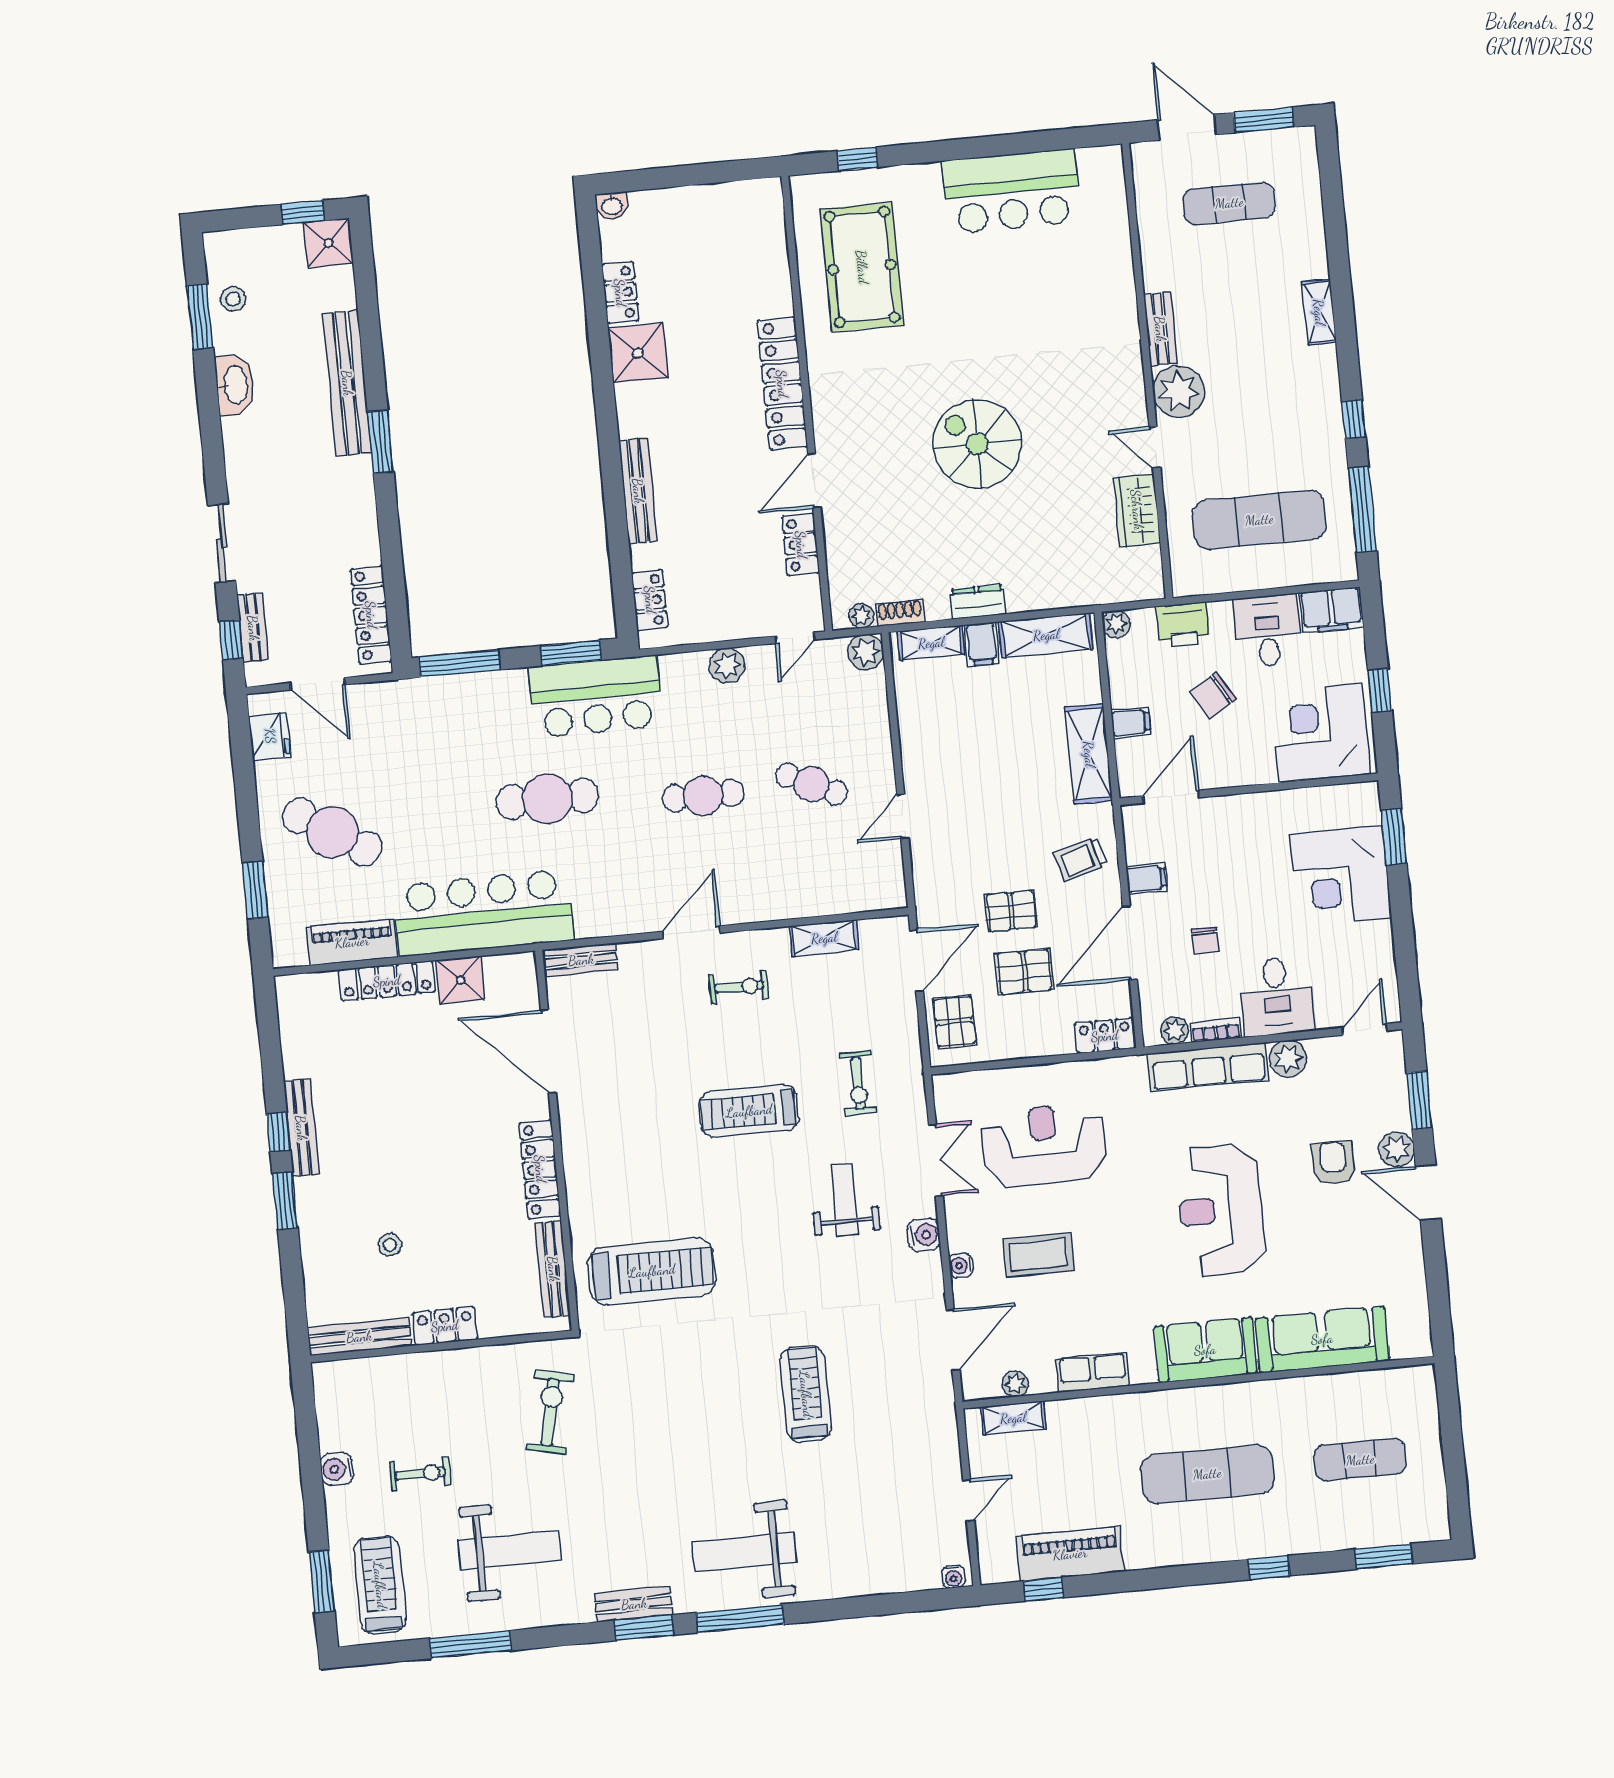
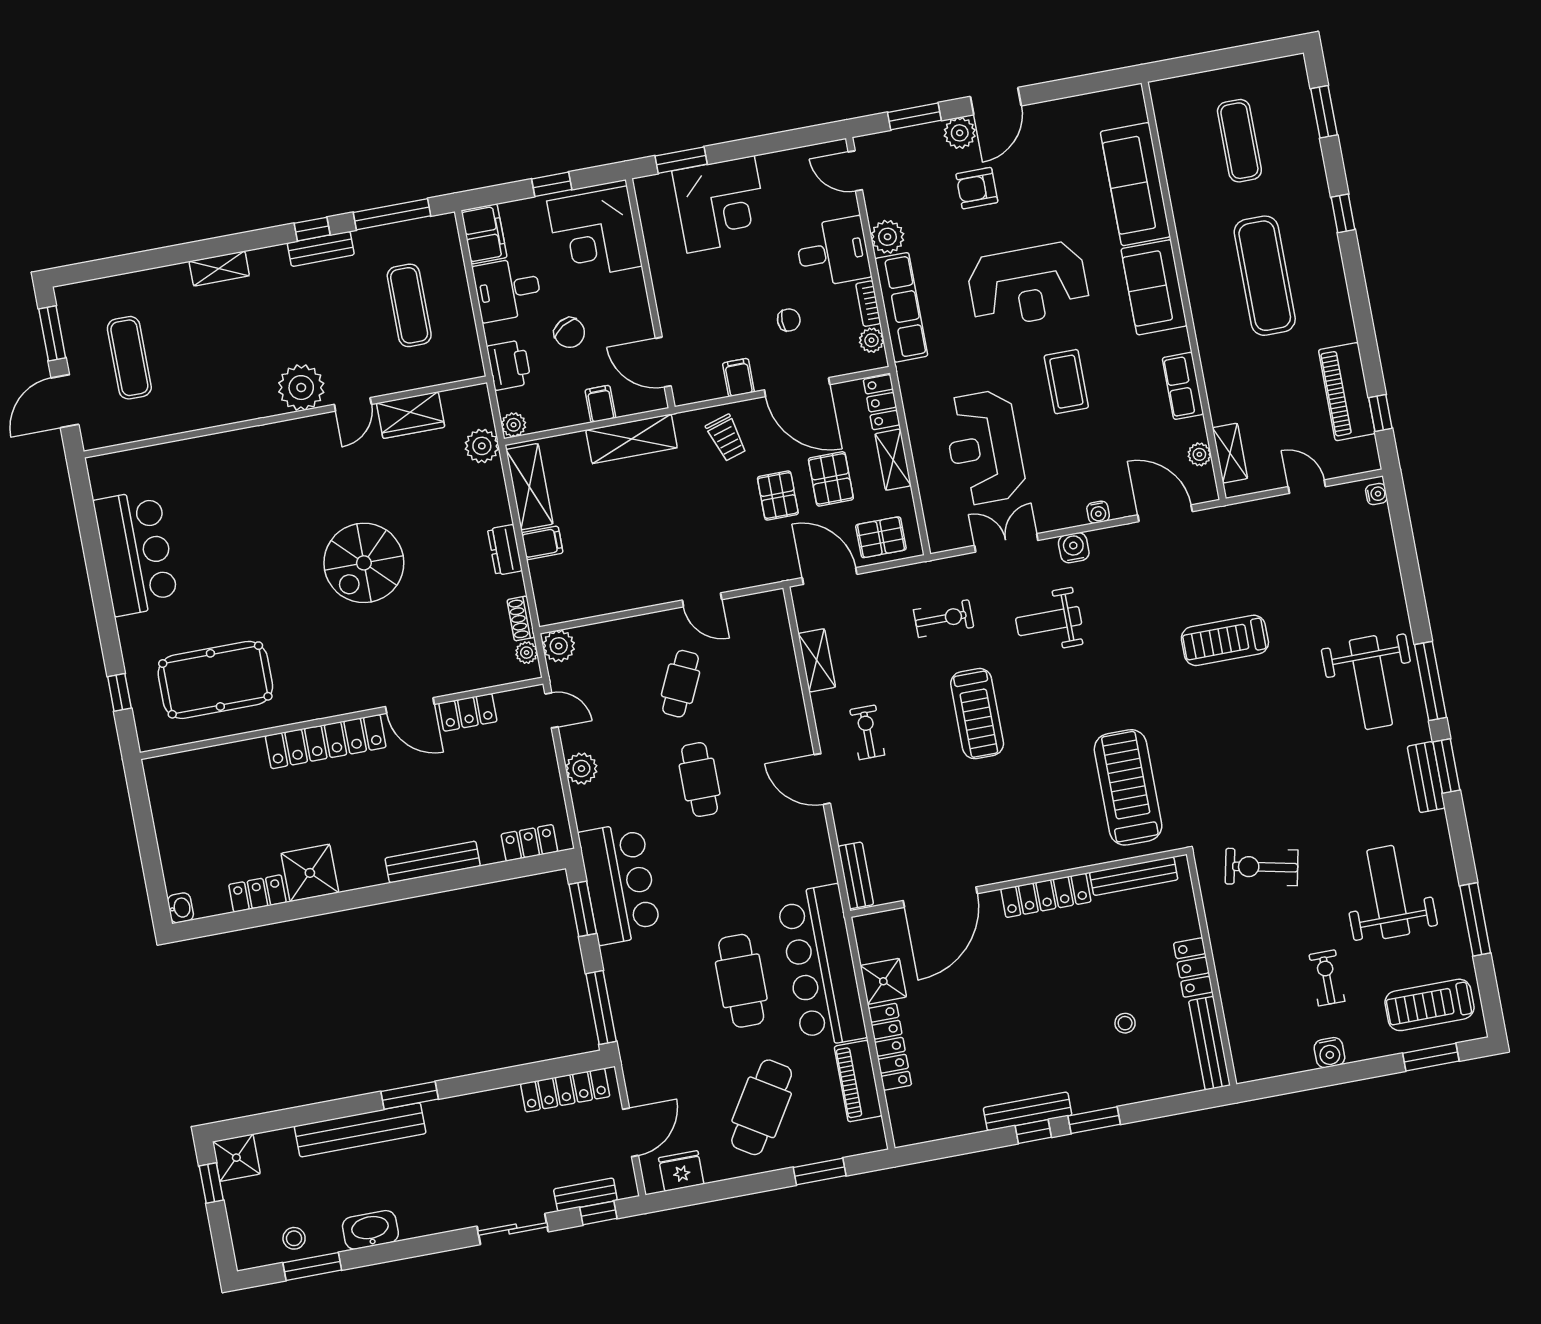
bench: (1160, 329) -> (321, 249), moved
exercise mat: (1259, 520) -> (409, 305), width x0.73, depth x0.69
plant: (1096, 587) -> (482, 446), added
shelving: (931, 643) -> (893, 460), moved
cafe table: (547, 799) -> (741, 981), moved
coffee table: (1039, 1255) -> (1066, 382), moved

